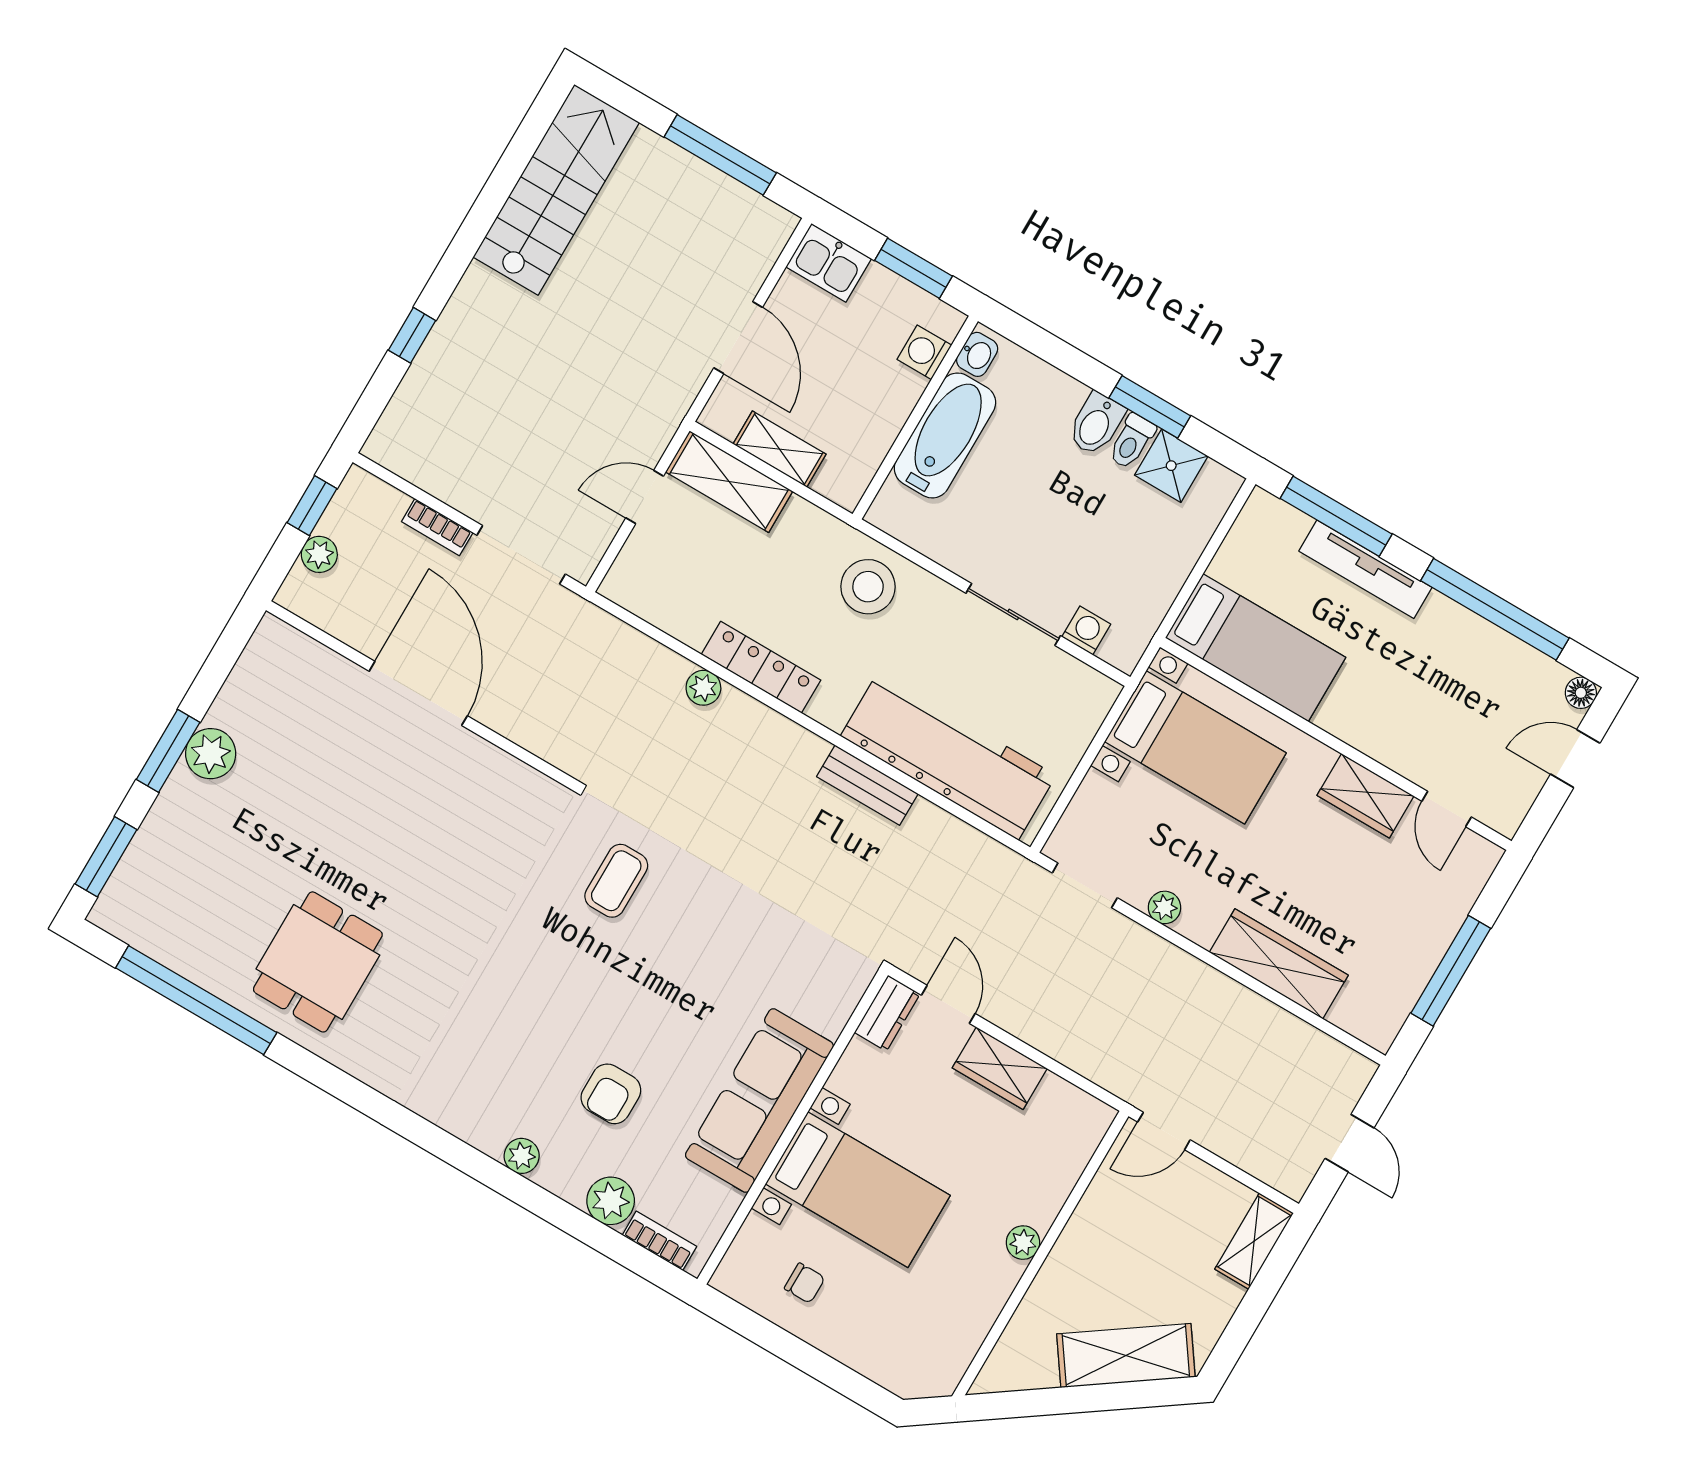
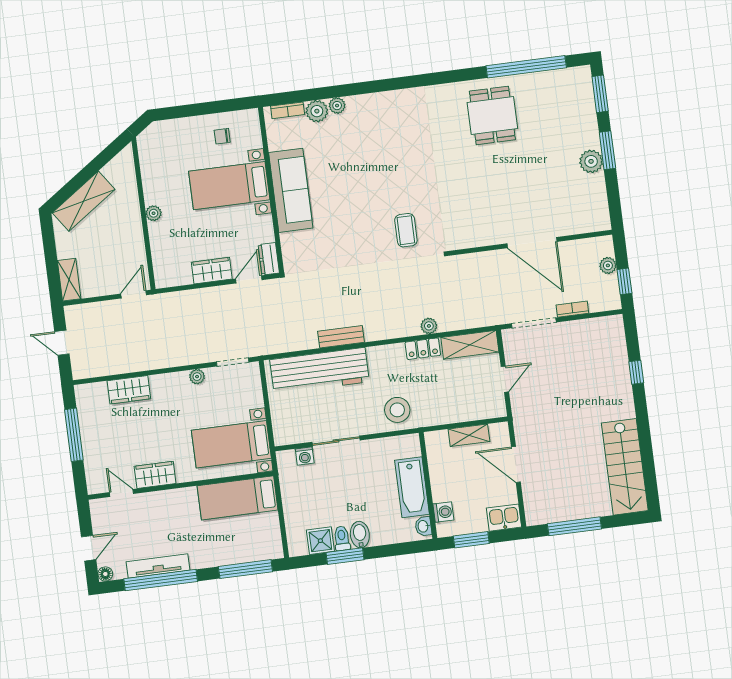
shelving: (729, 482) -> (470, 345), moved
tv unit: (1365, 569) -> (158, 566), moved
locker: (761, 667) -> (423, 349), width x0.66
wardrobe: (1279, 964) -> (129, 390), width x0.67
door: (948, 1004) -> (249, 279), swing flipped
armchair: (611, 1094) -> (347, 150), removed
plant: (522, 1156) -> (337, 106), moved

